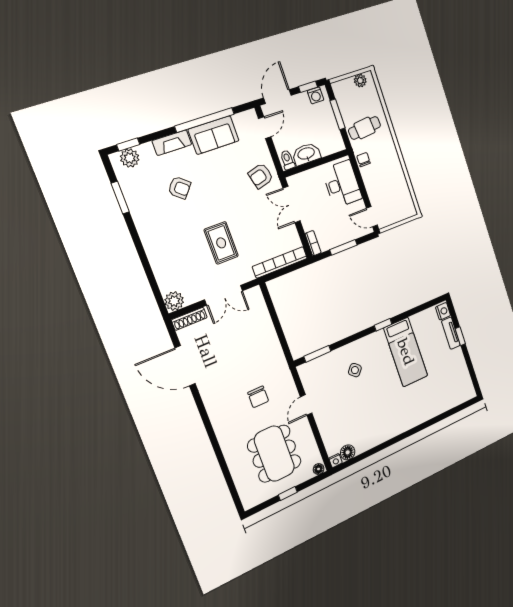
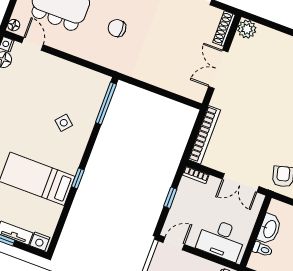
toilet: (287, 160) -> (263, 249), moved
double door: (292, 205) -> (241, 183), swing flipped
rug: (221, 243) -> (259, 102), removed
window: (344, 247) -> (170, 198), width x0.67
window: (317, 354) -> (106, 103), width x1.44
door: (306, 405) -> (33, 44), moved

